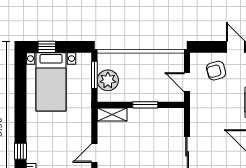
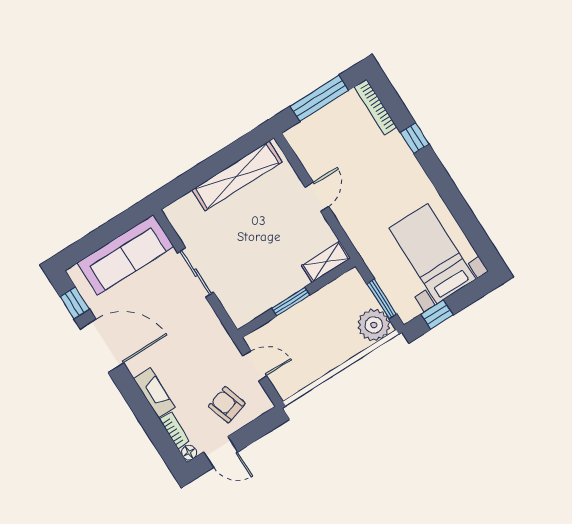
window: (47, 47) -> (437, 315), moved
armchair: (216, 71) -> (227, 405), turned -93
plant: (108, 80) -> (374, 325), moved

